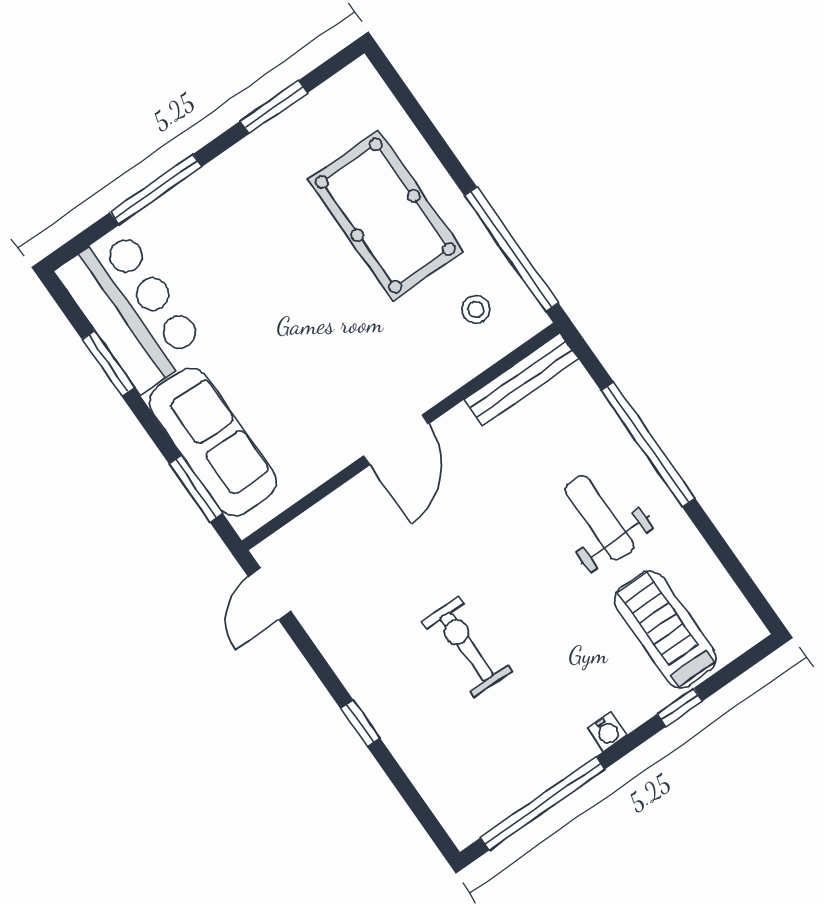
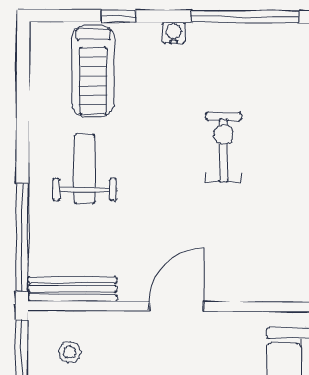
window: (648, 444) -> (22, 237), moved
weight bench: (599, 518) -> (85, 169), turned 180
exercise bike: (467, 647) -> (223, 147), turned 180

